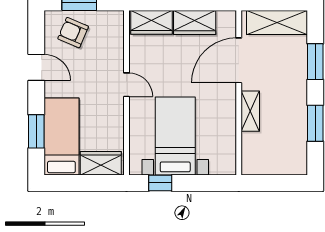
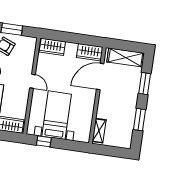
wardrobe: (195, 22) -> (90, 52), moved
shelving: (250, 111) -> (99, 131), moved

